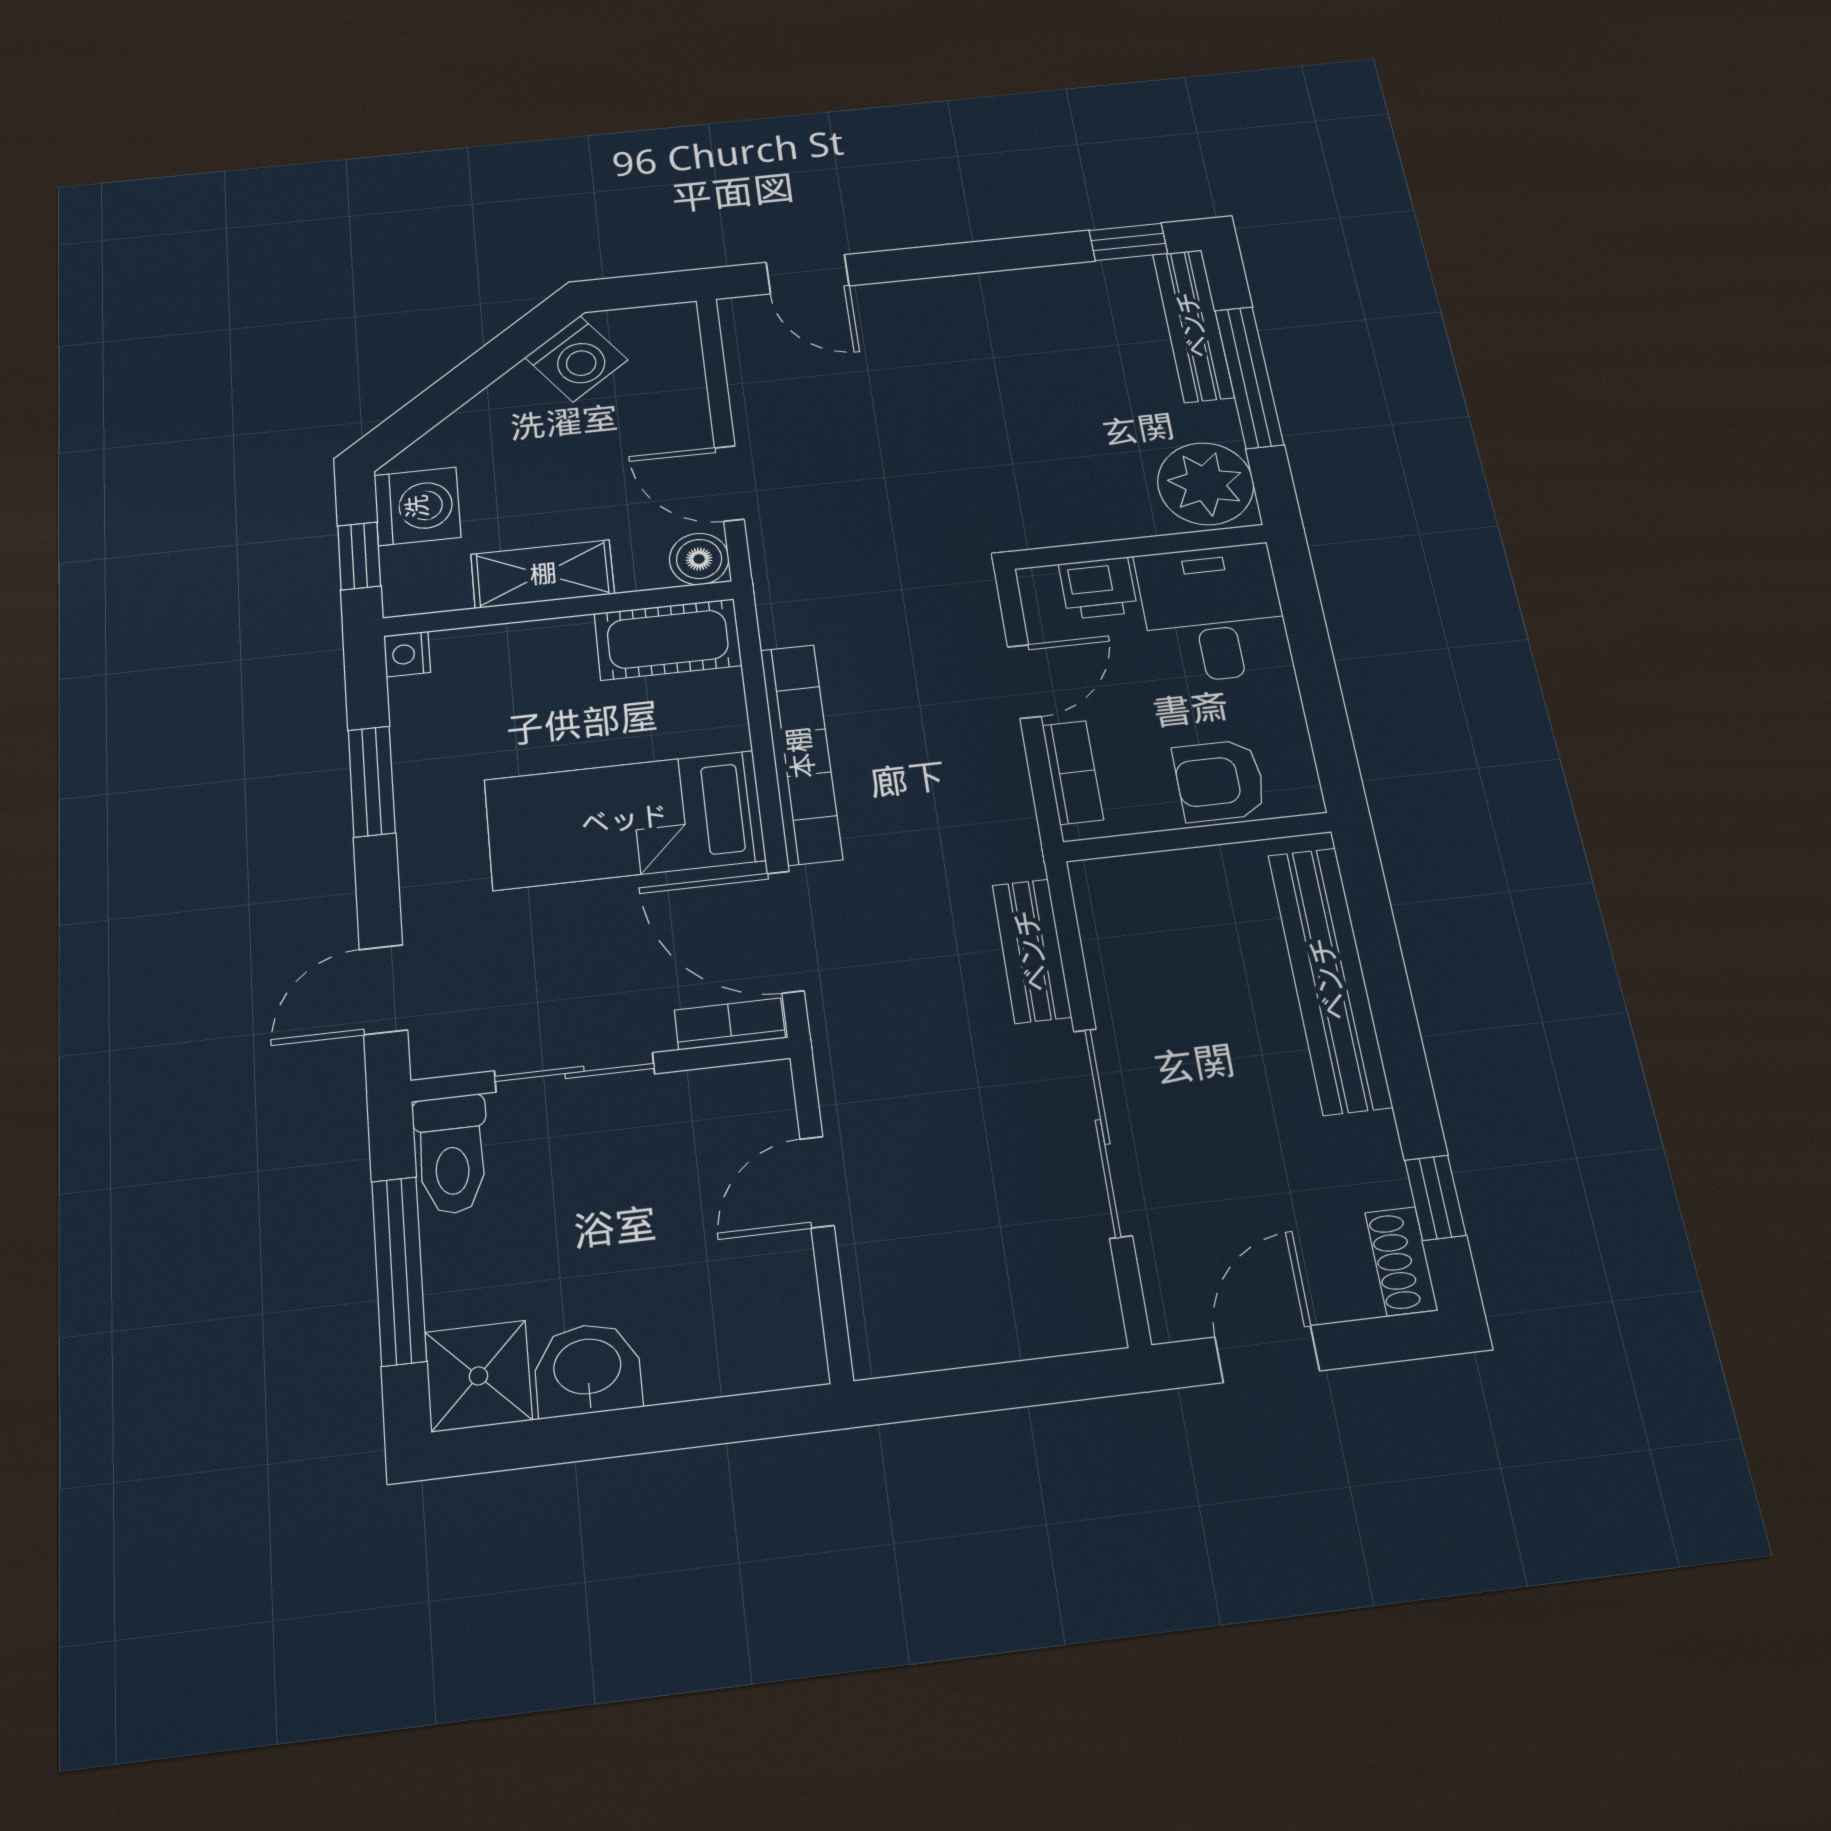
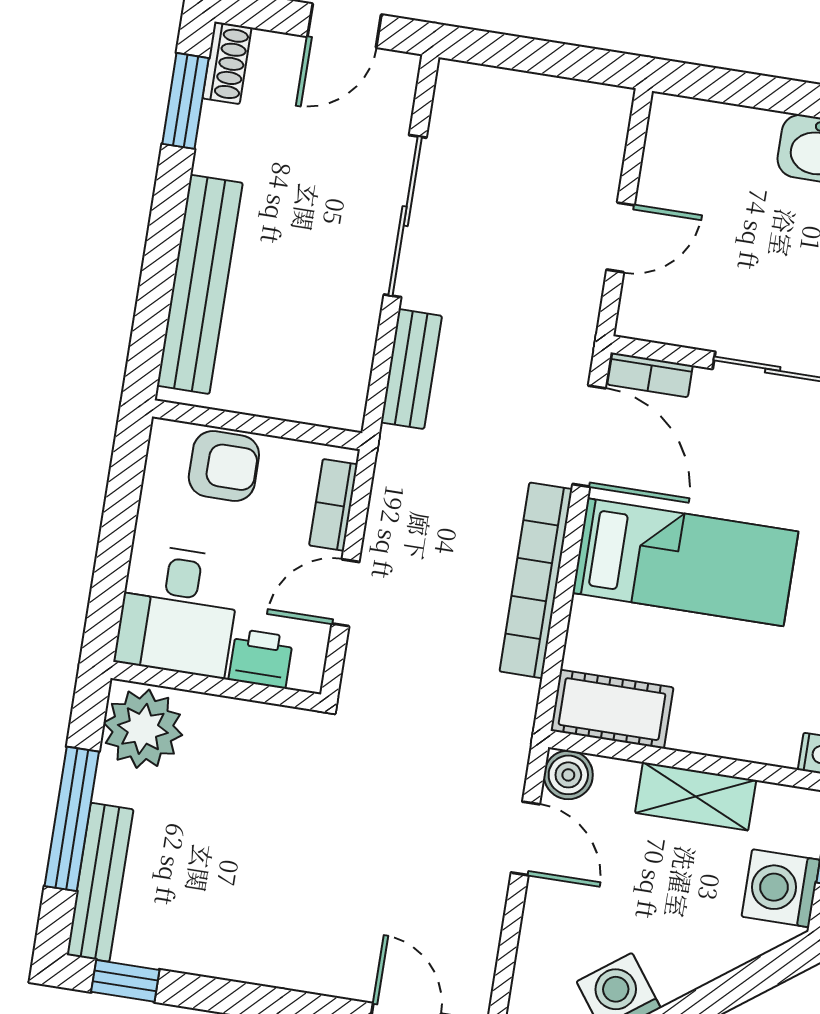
window: (1435, 1198) -> (185, 101), width x1.50

